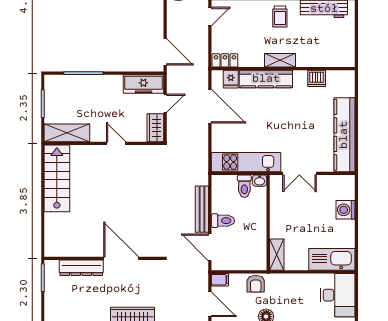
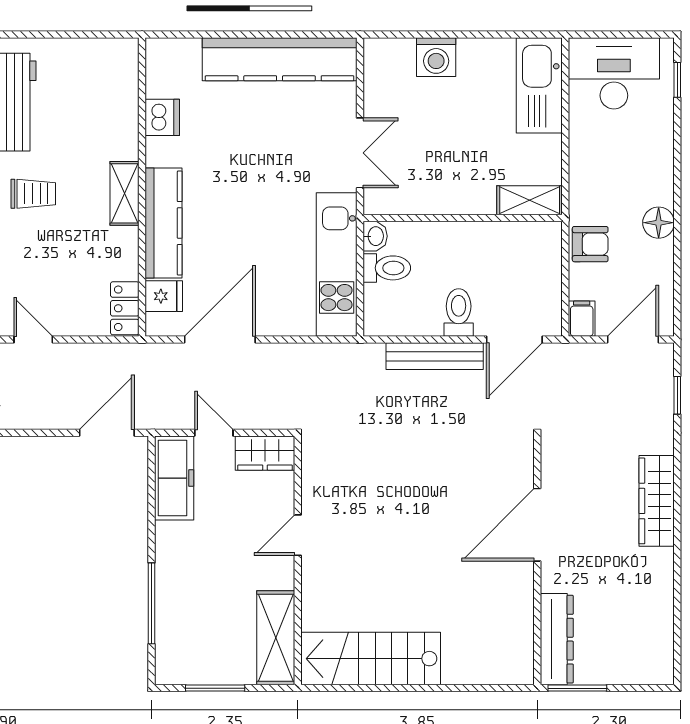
dresser: (81, 268) -> (557, 639), moved

